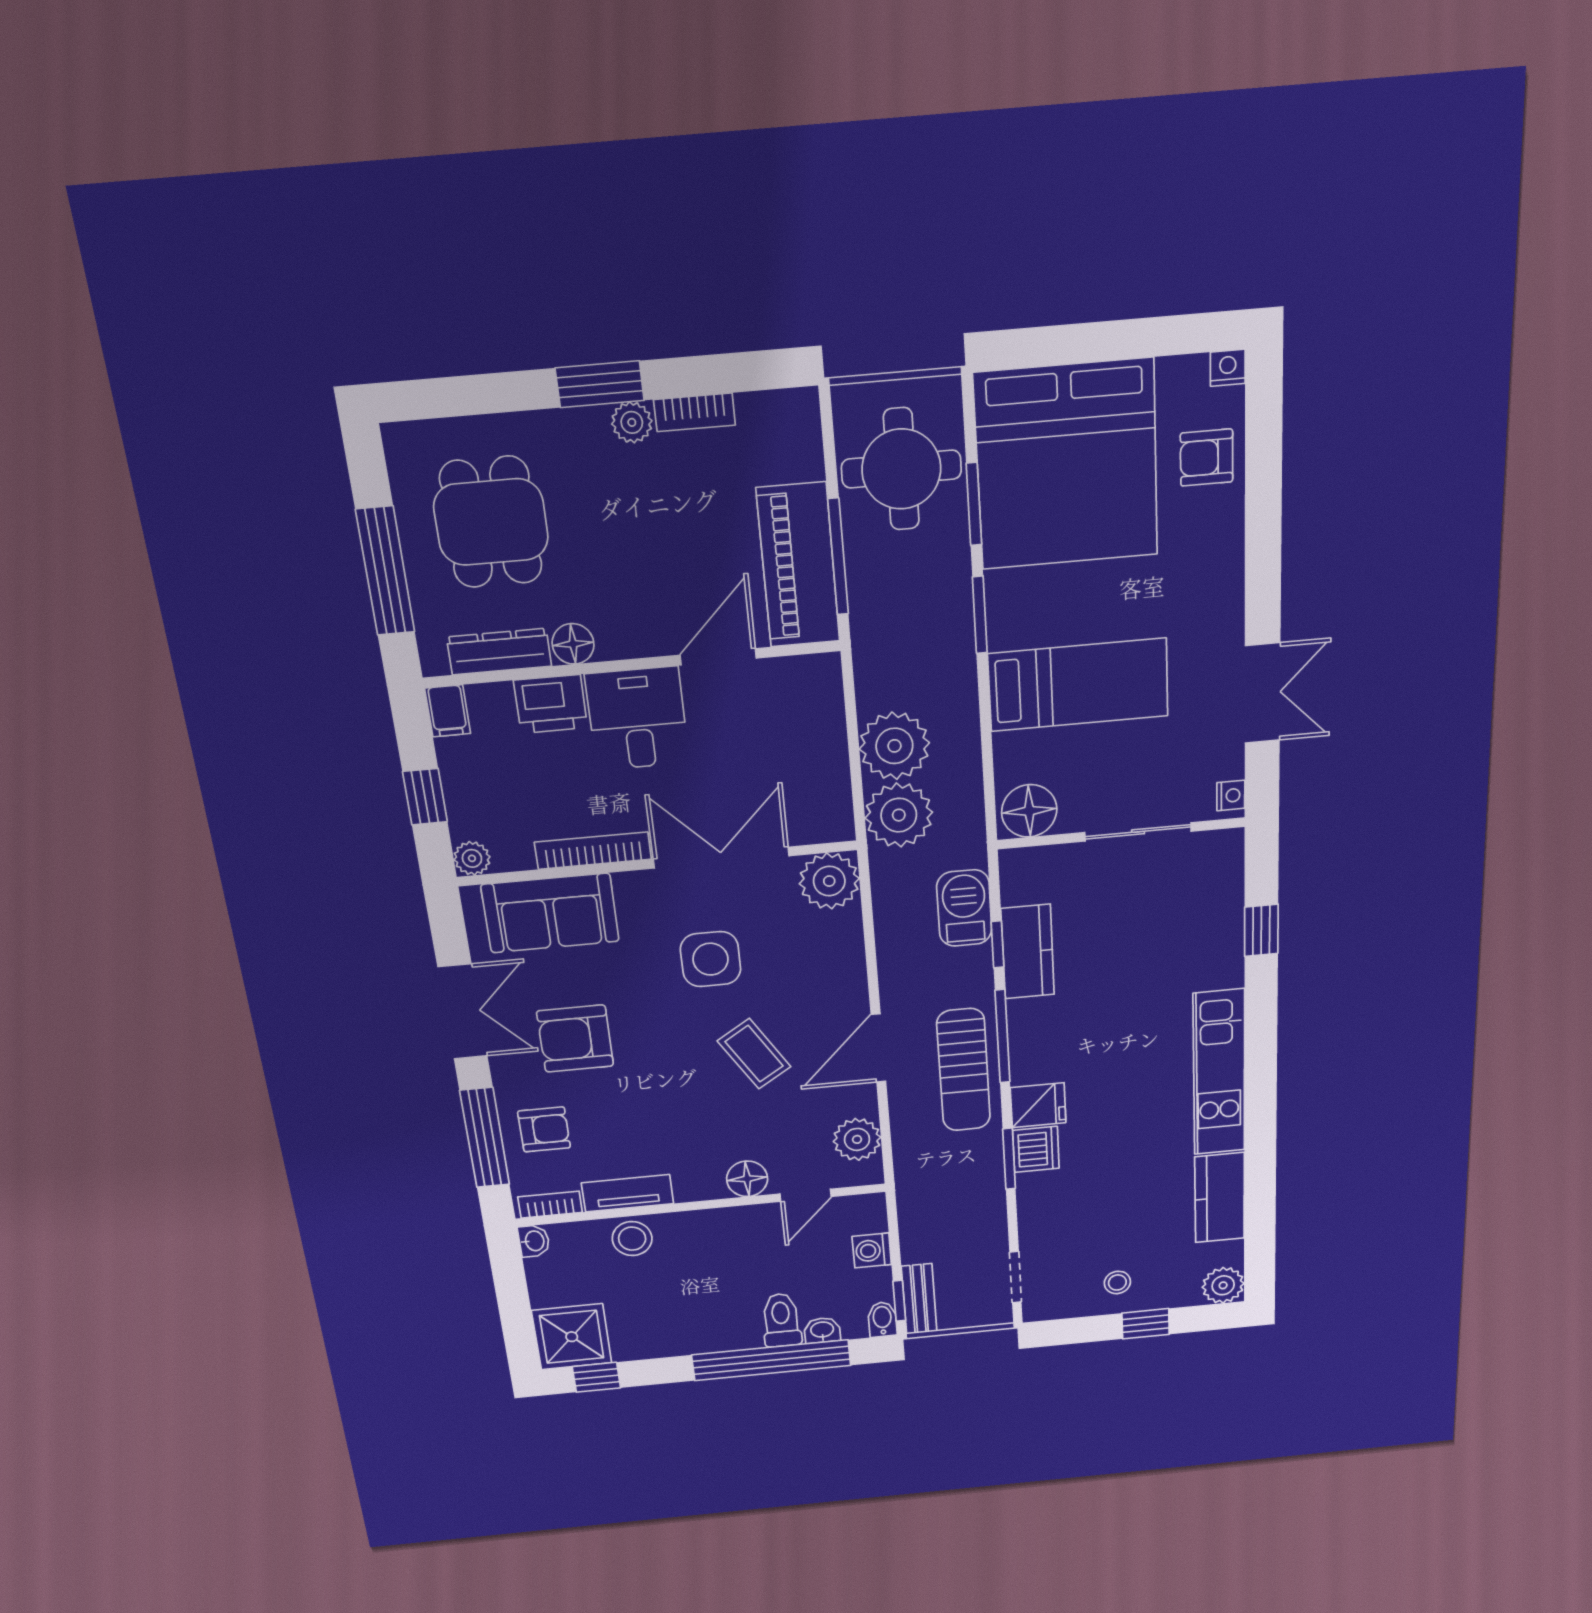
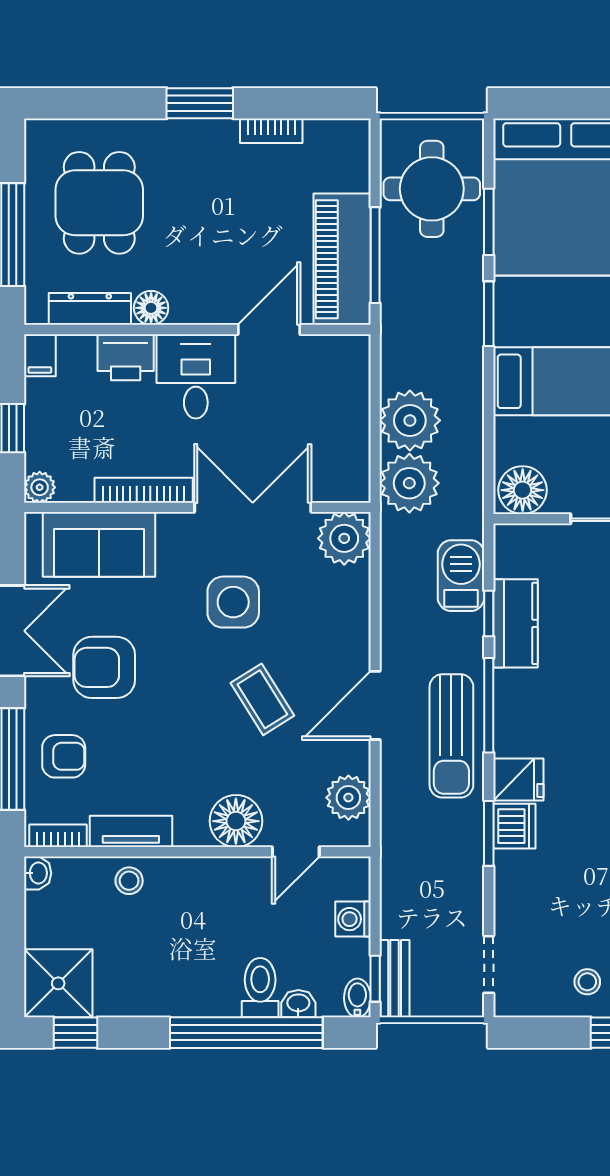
plant: (632, 422) -> (221, 134), removed
floor lamp: (747, 1179) -> (236, 821), width x1.38, depth x1.38
stool: (632, 1239) -> (129, 881), width x0.73, depth x0.73

